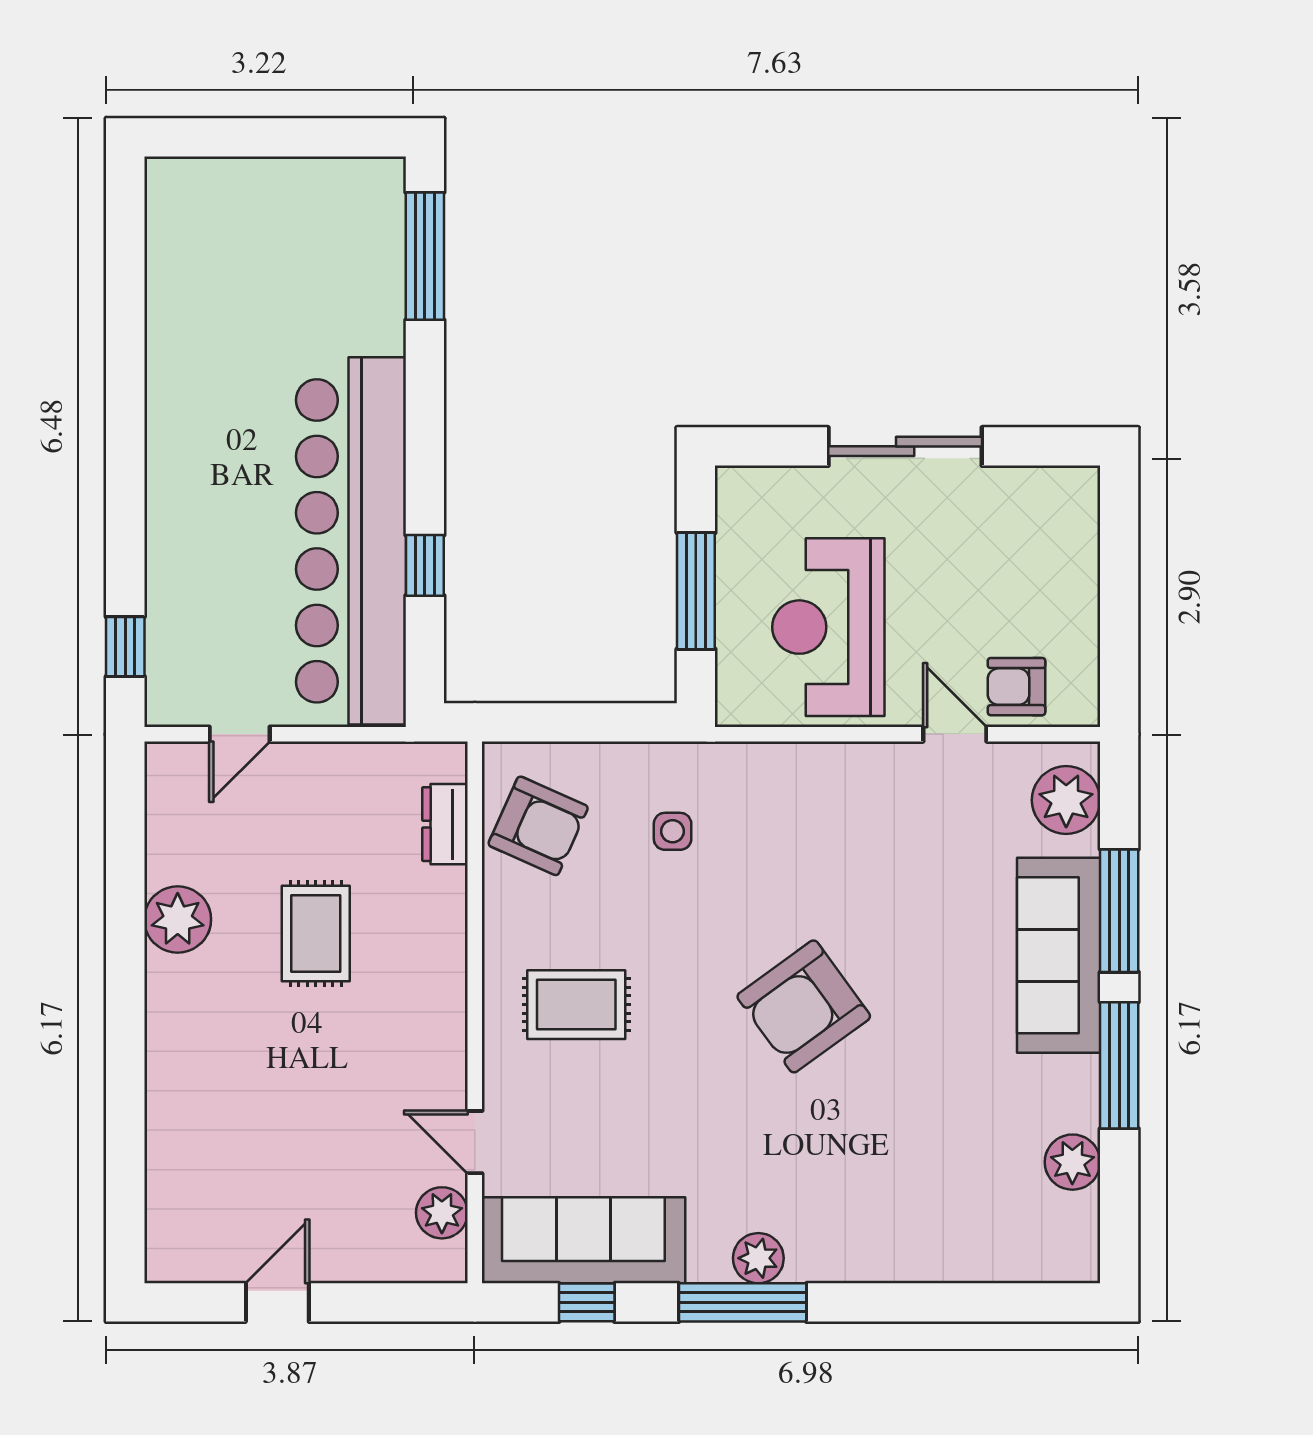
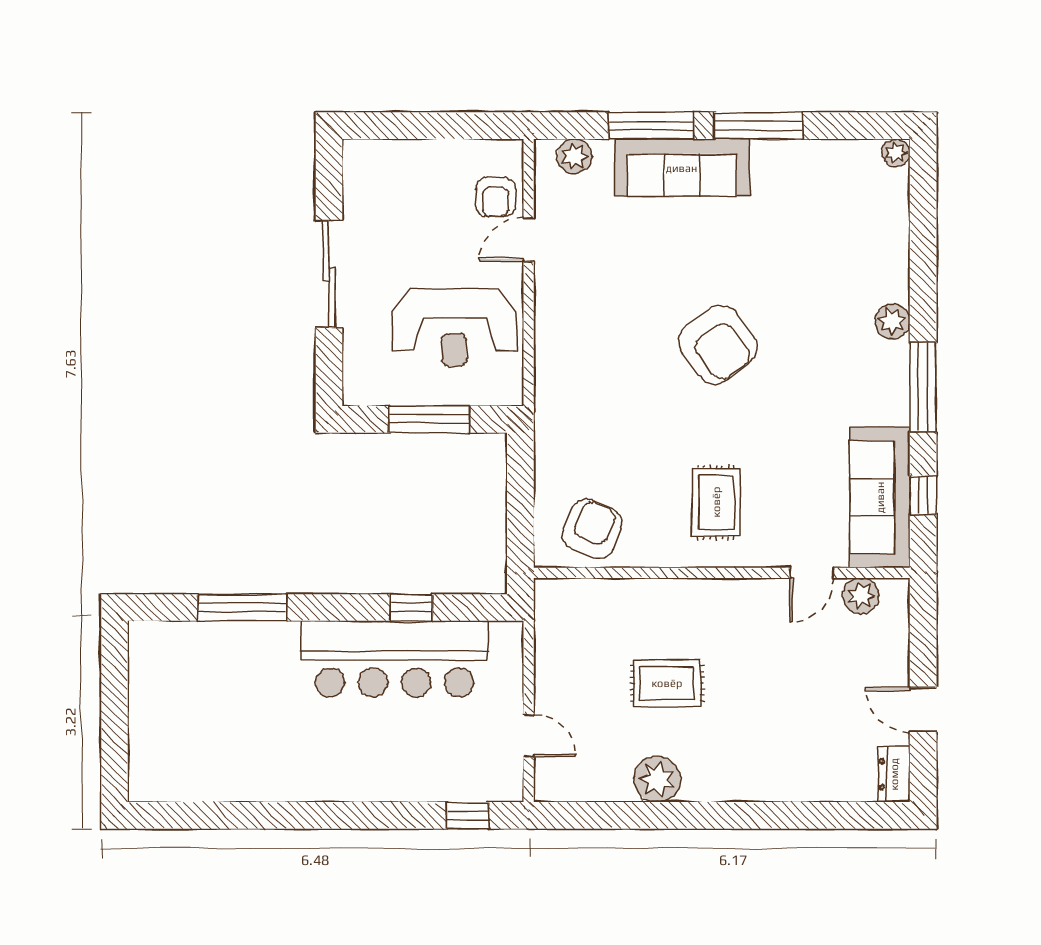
window: (425, 256) -> (242, 608), moved
bar counter: (351, 541) -> (395, 659), width x0.73
plant: (1066, 800) -> (574, 156), width x0.73, depth x0.73
dresser: (445, 824) -> (894, 774), moved, turned 90
side table: (673, 831) -> (596, 436), removed
plant: (1072, 1162) -> (896, 153), moved, width x0.73, depth x0.73
plant: (758, 1258) -> (892, 321), moved

